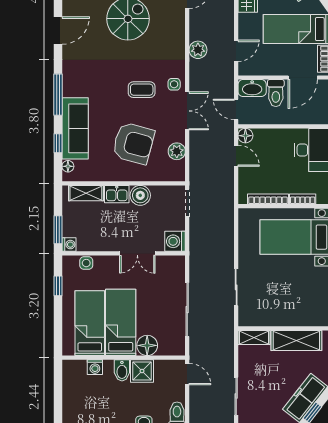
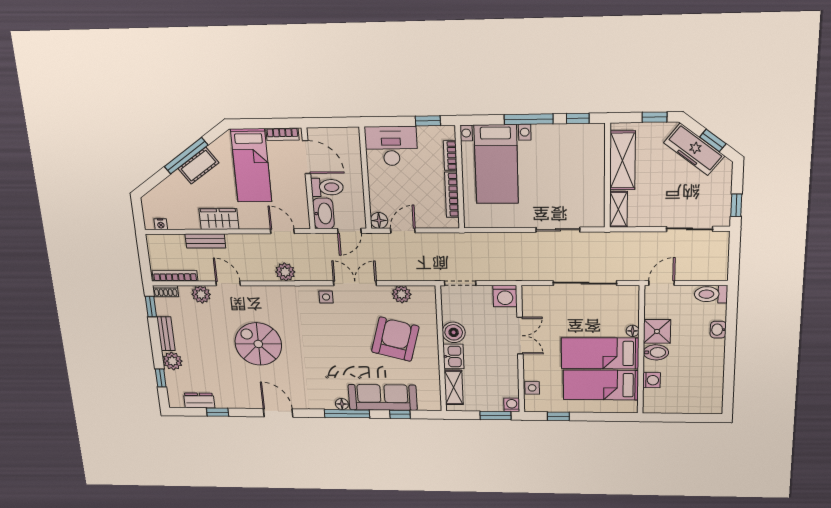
coffee table: (142, 90) -> (335, 330), removed
floor lamp: (68, 166) -> (342, 404), moved
floor lamp: (147, 345) -> (633, 331), width x0.53, depth x0.53

